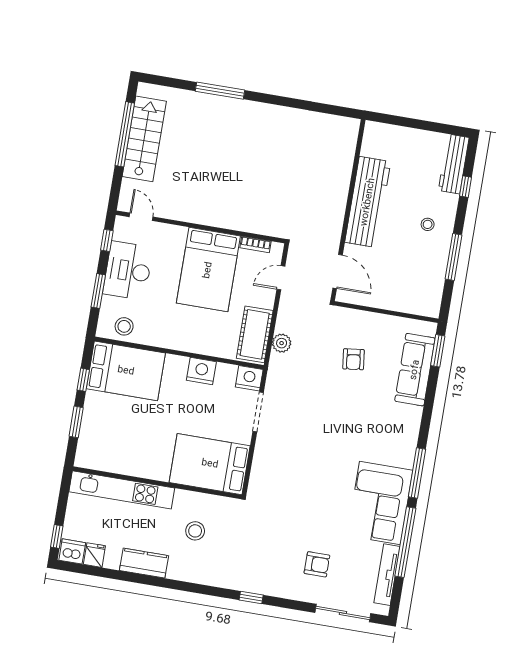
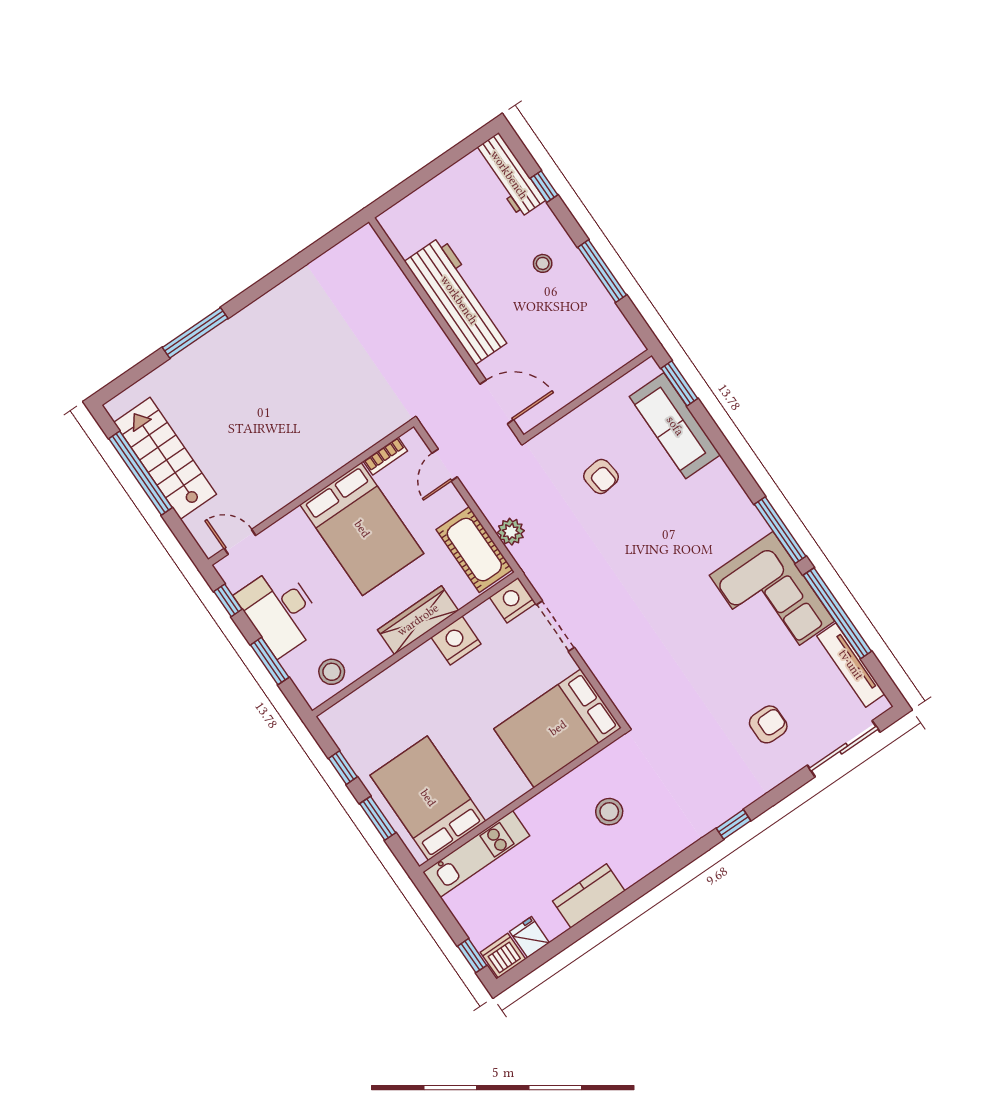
wardrobe: (192, 342) -> (418, 620), added
bed: (126, 371) -> (428, 798), moved, turned -90
kitchen unit: (122, 490) -> (476, 854), width x0.73

